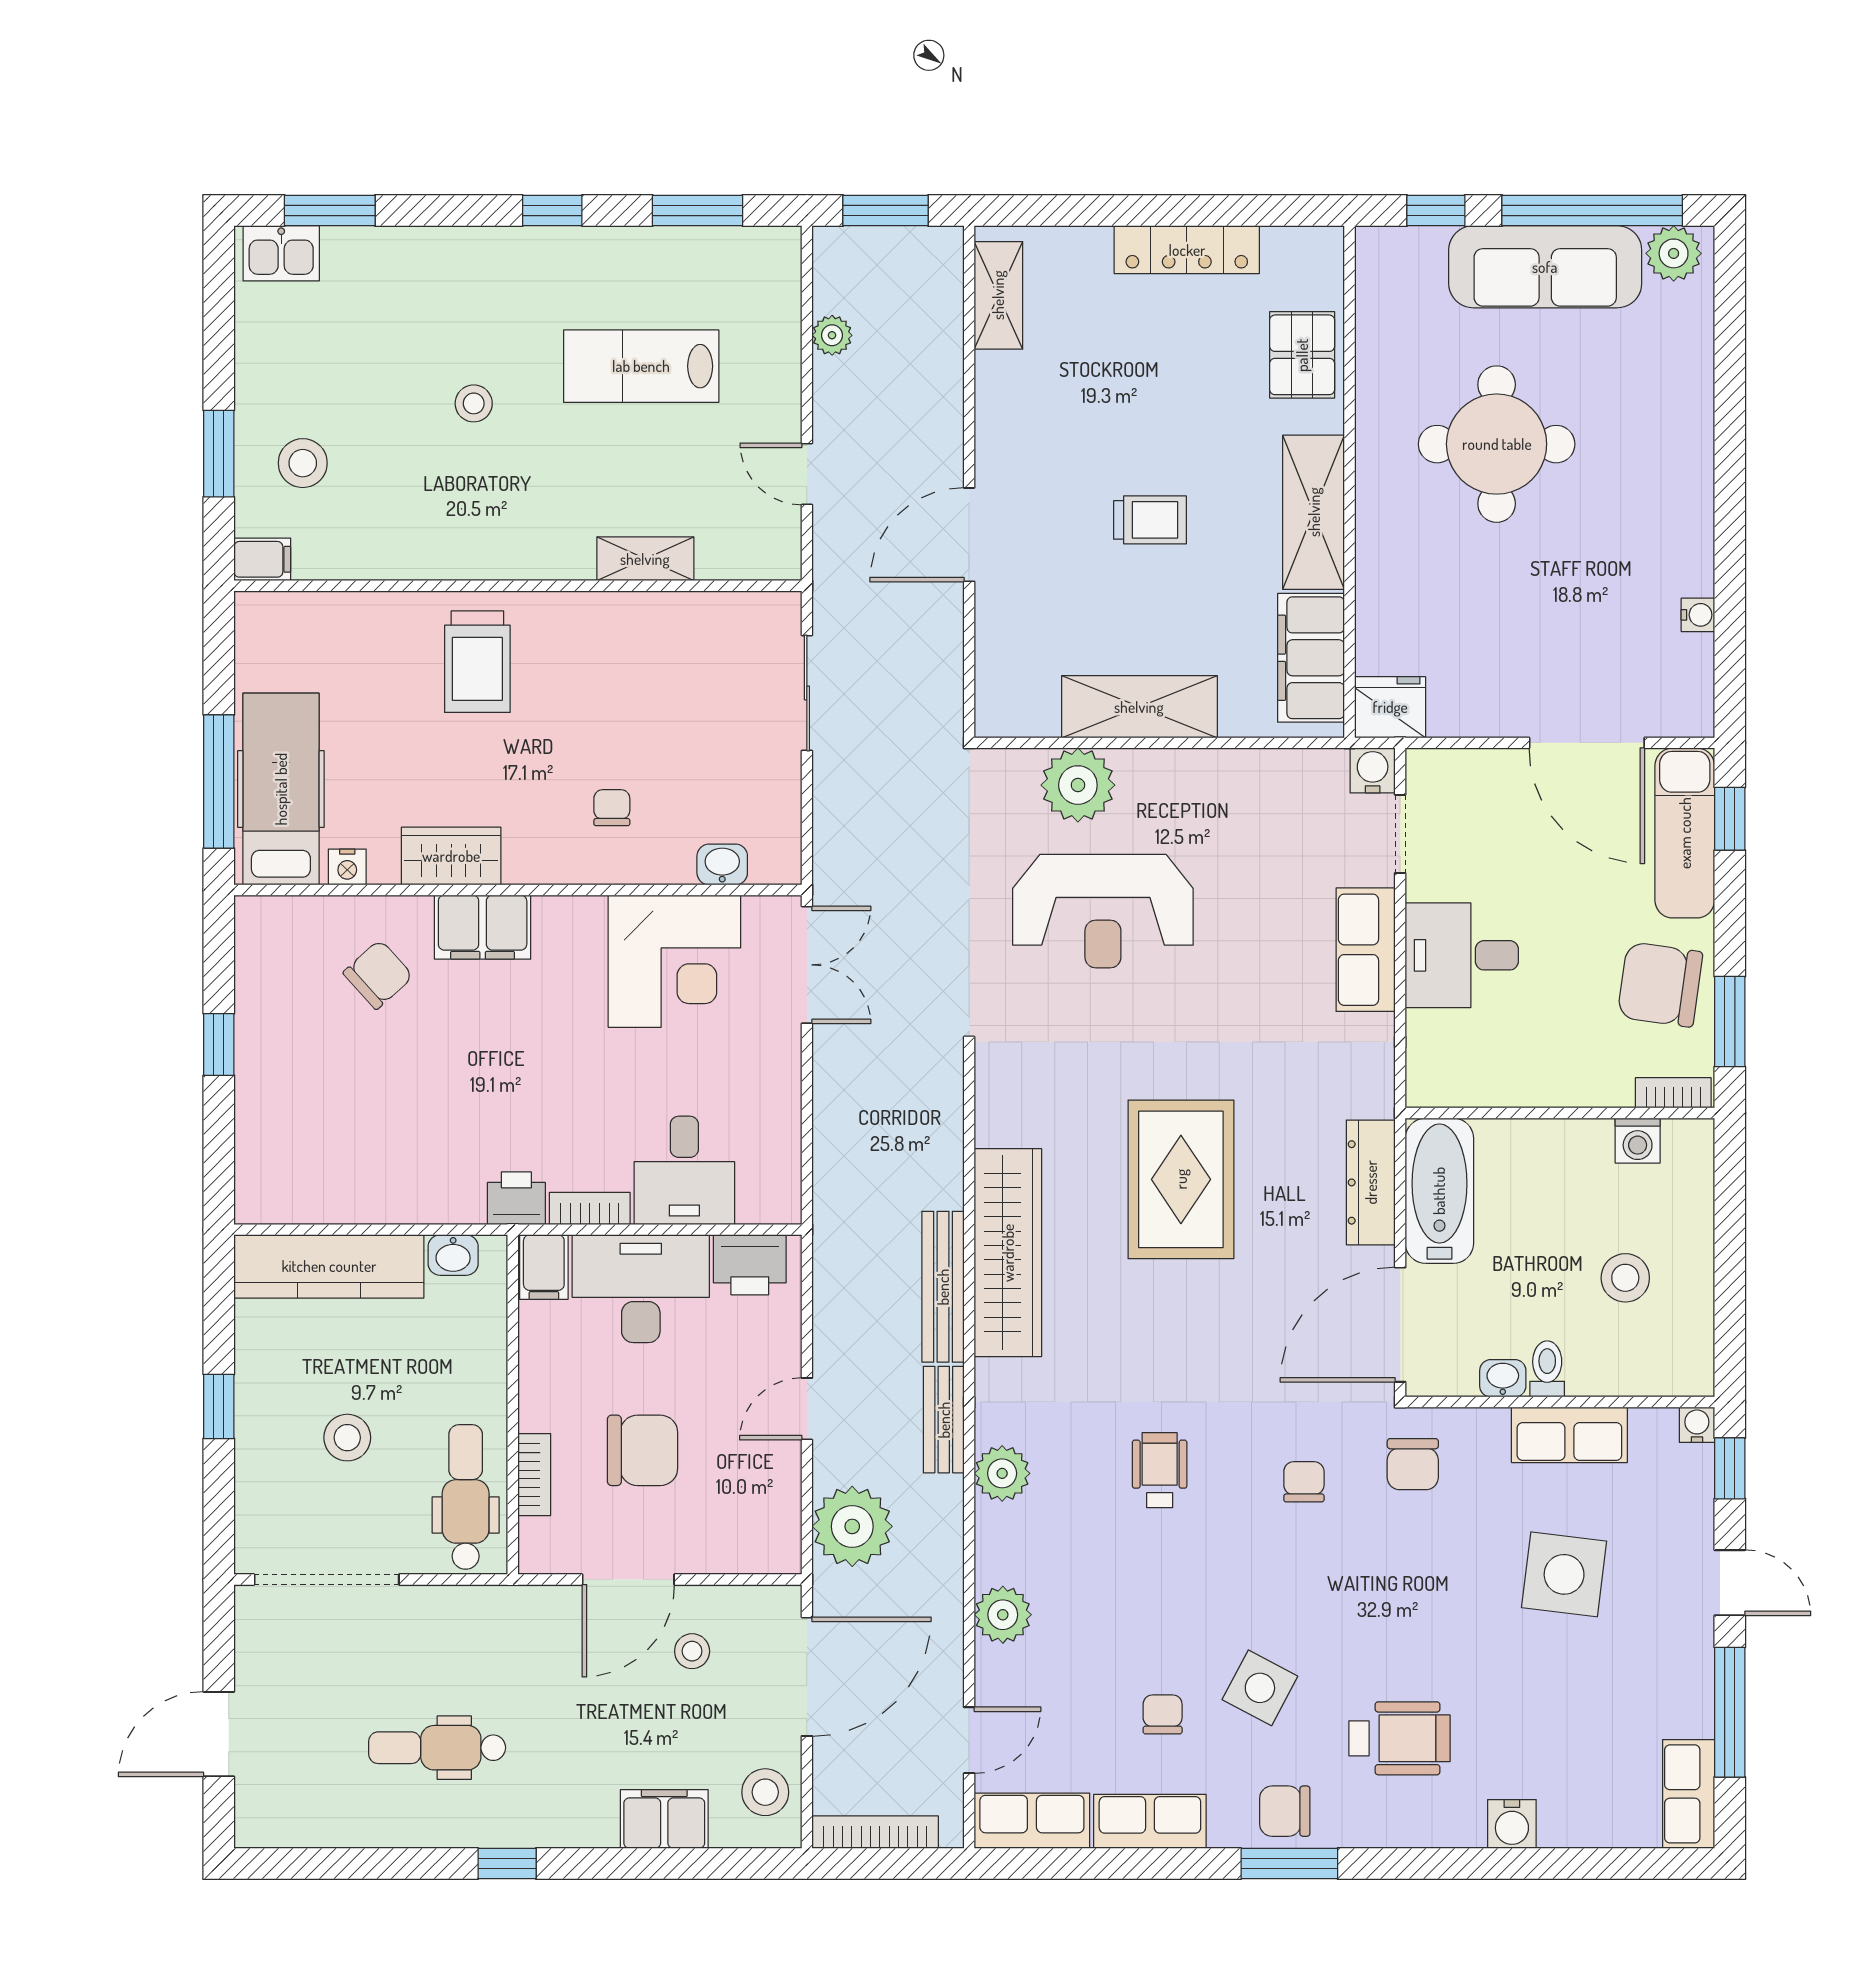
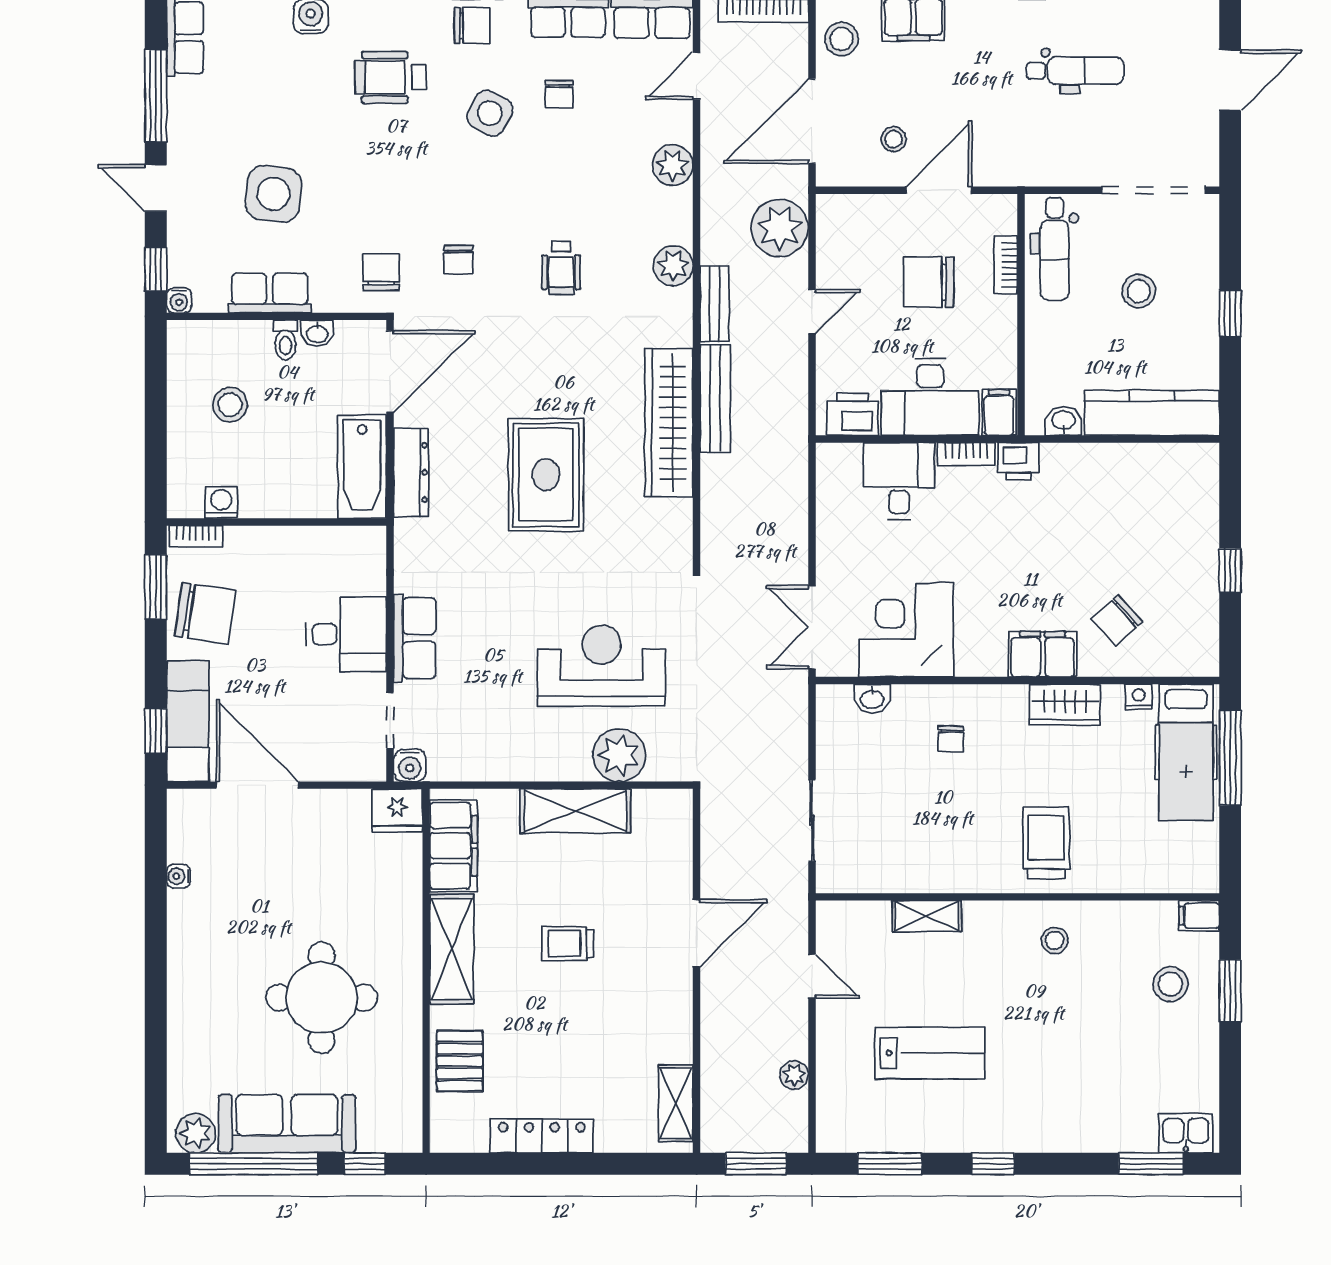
stool: (474, 403) -> (1055, 940), moved

